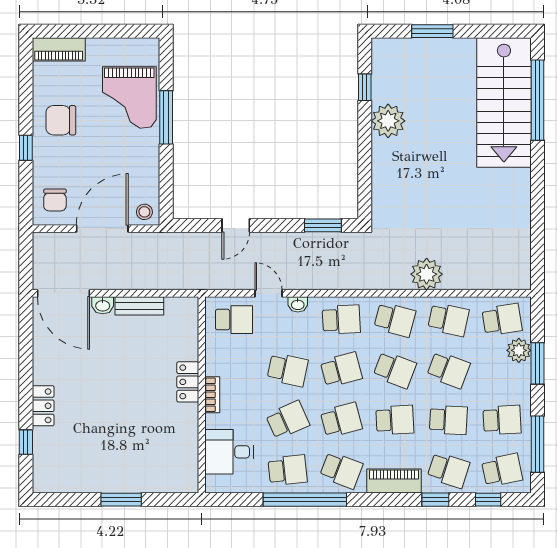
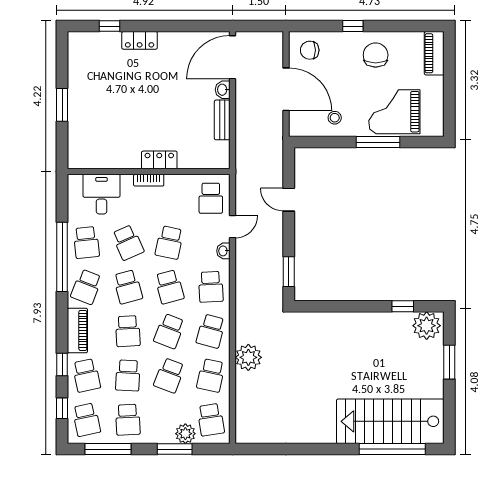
plant: (388, 121) -> (427, 326), moved
stool: (144, 212) -> (335, 118), moved
school desk: (448, 470) -> (86, 375), turned -30

